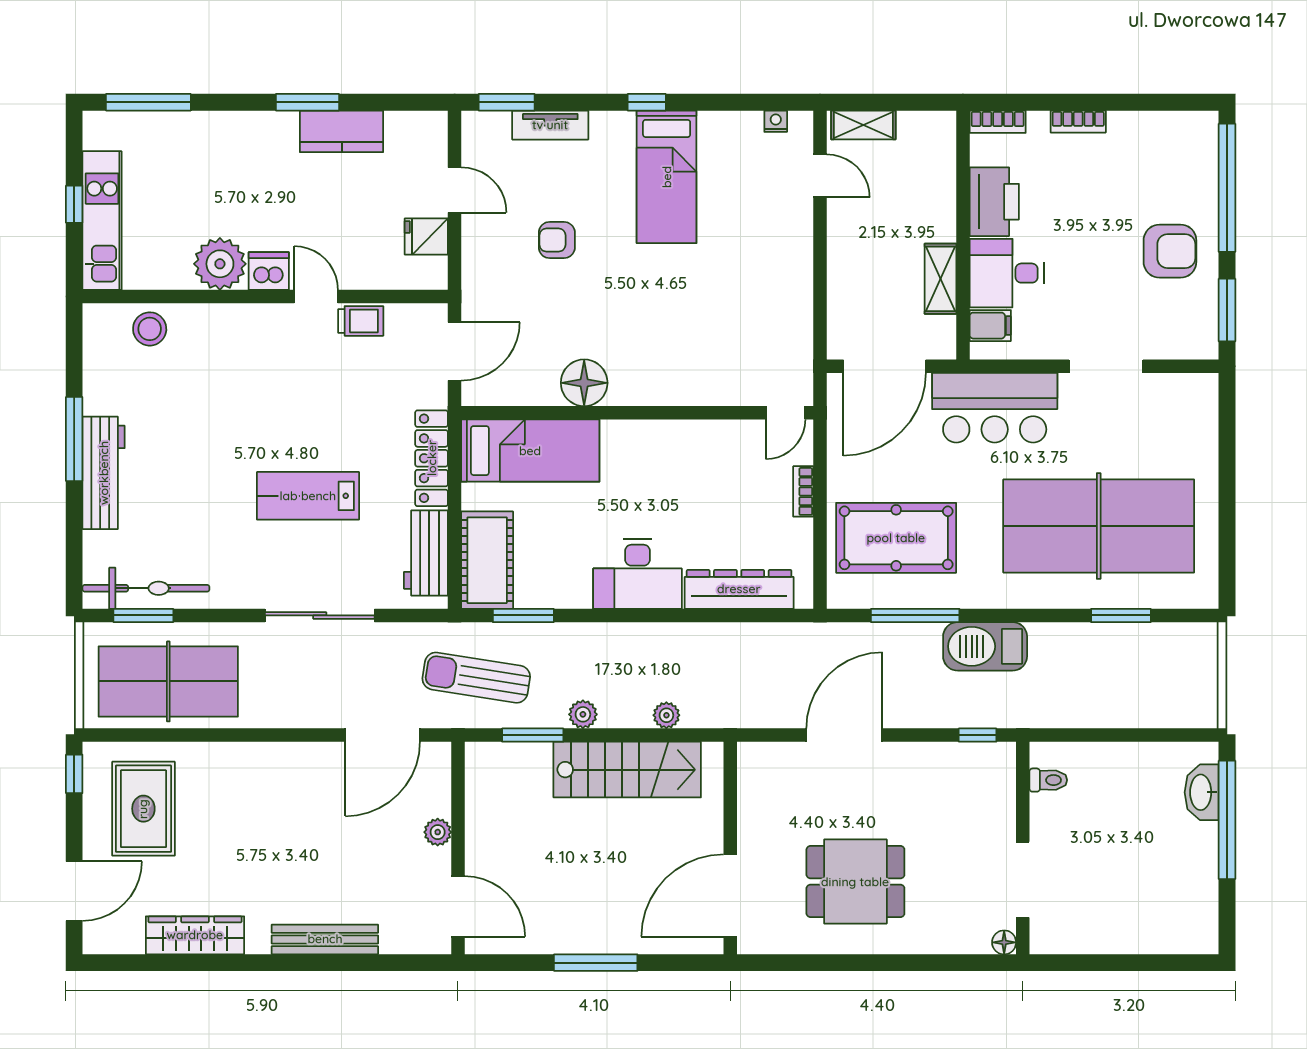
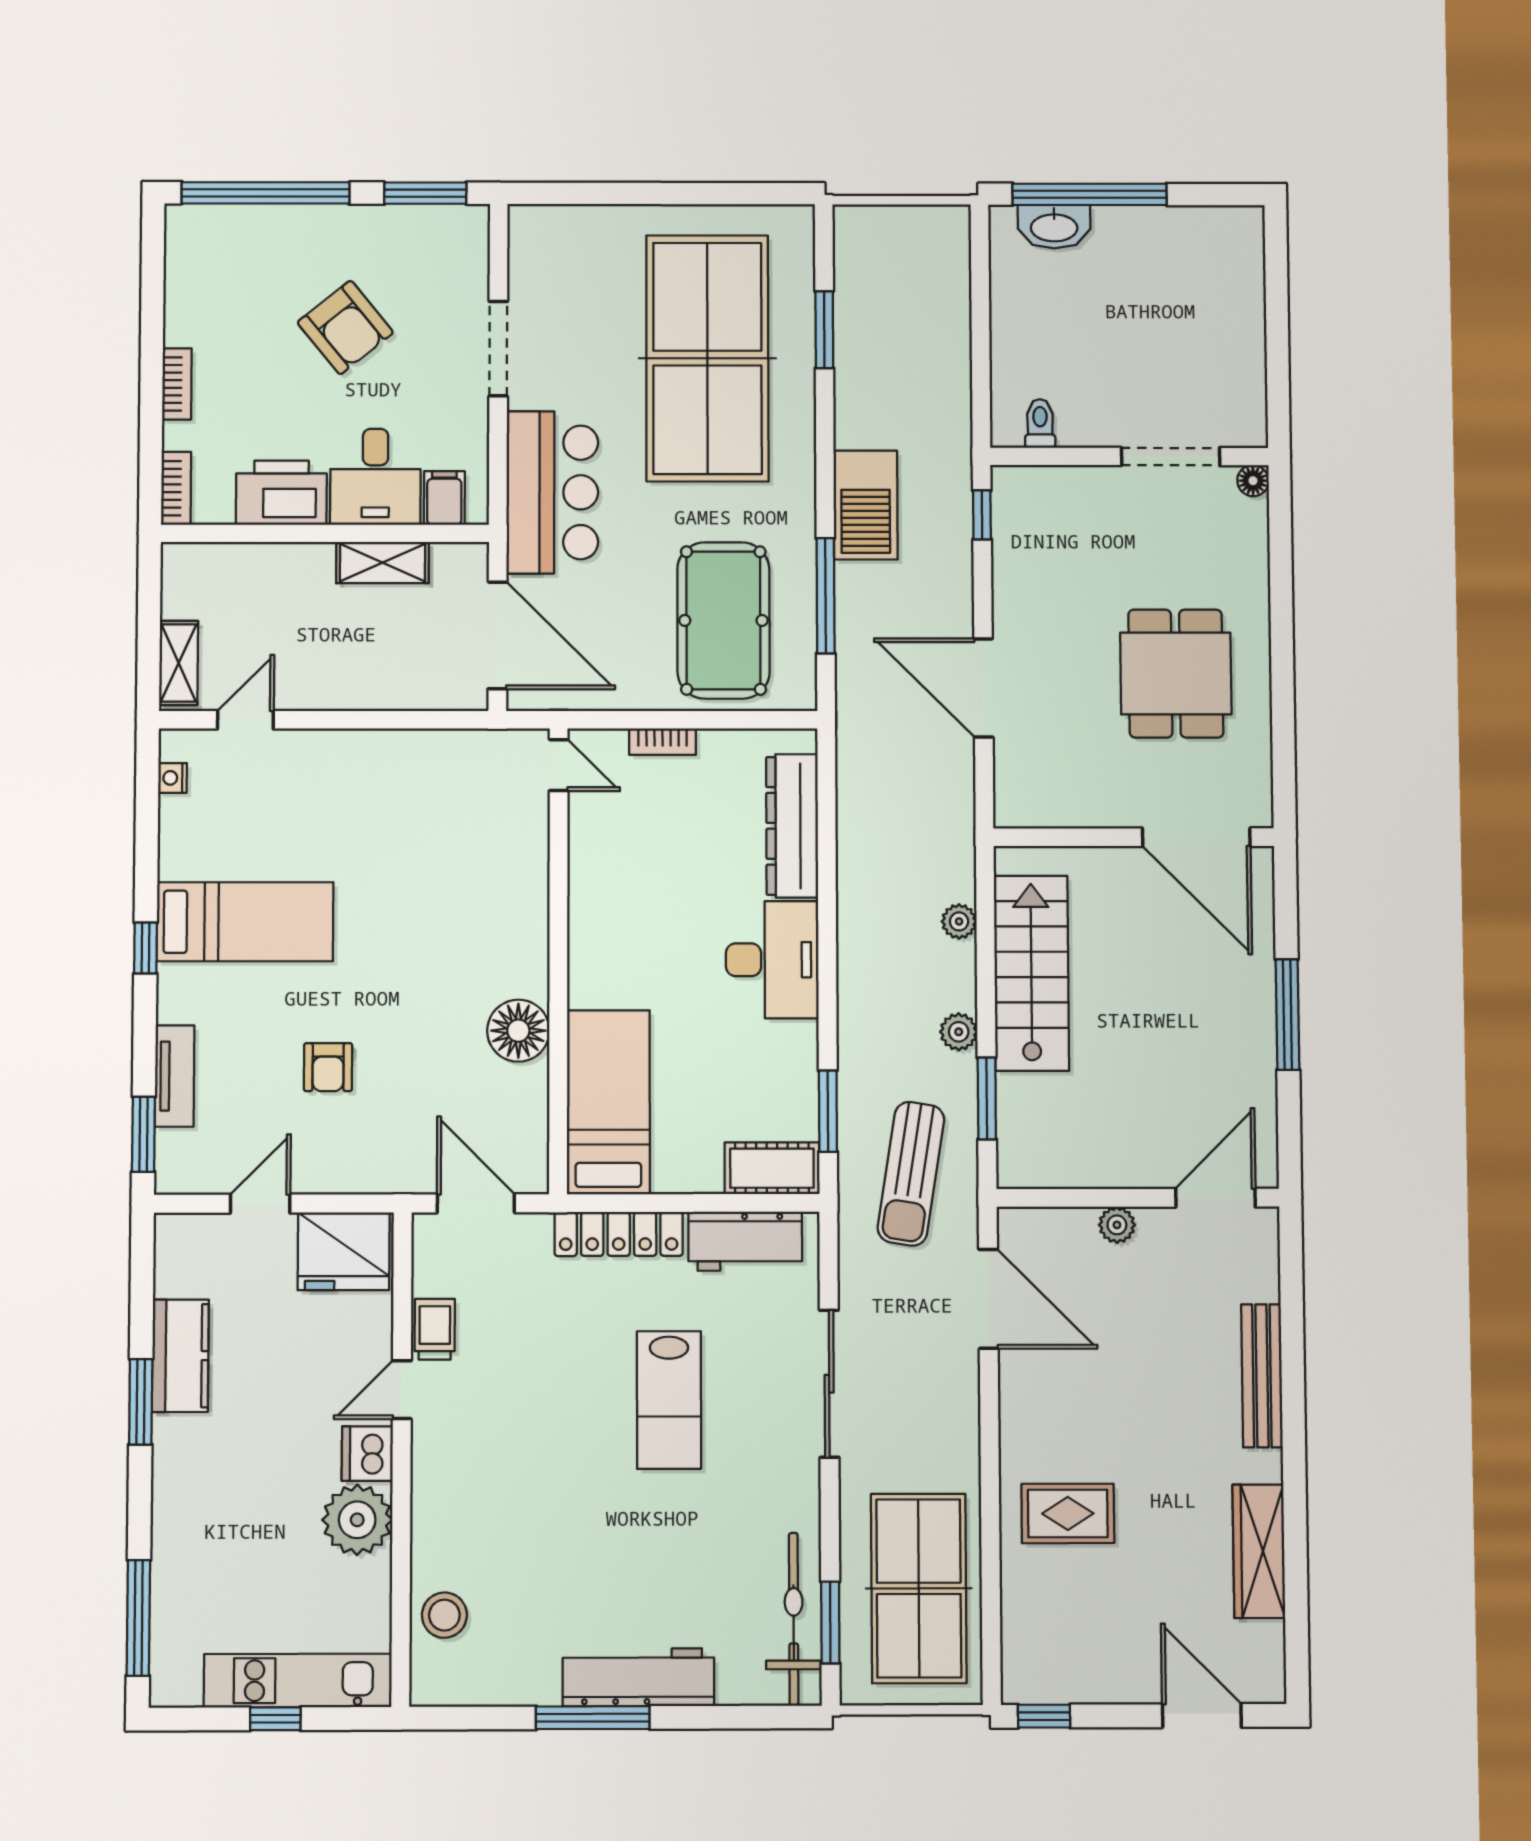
fridge: (426, 236) -> (344, 1251), width x1.88, depth x1.34
armchair: (1170, 251) -> (345, 327), moved, turned 141
cot: (487, 560) -> (772, 1168), width x0.73, depth x0.75
rug: (143, 809) -> (1068, 1513), moved, width x0.73, depth x0.70

